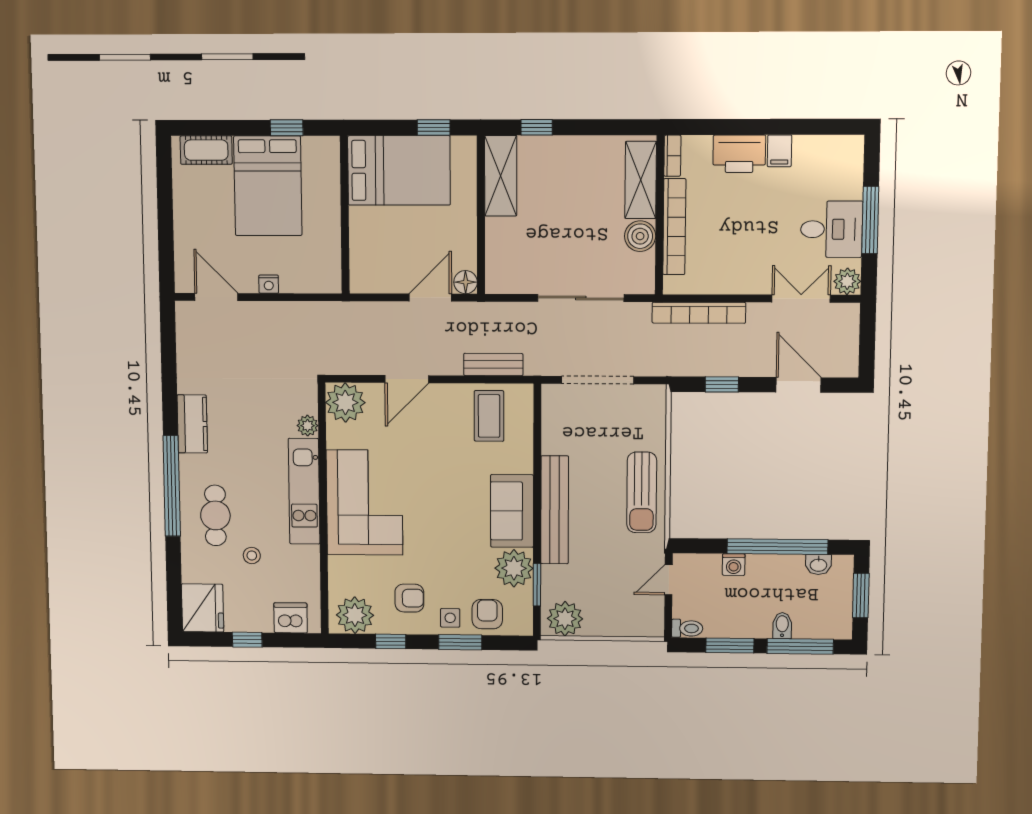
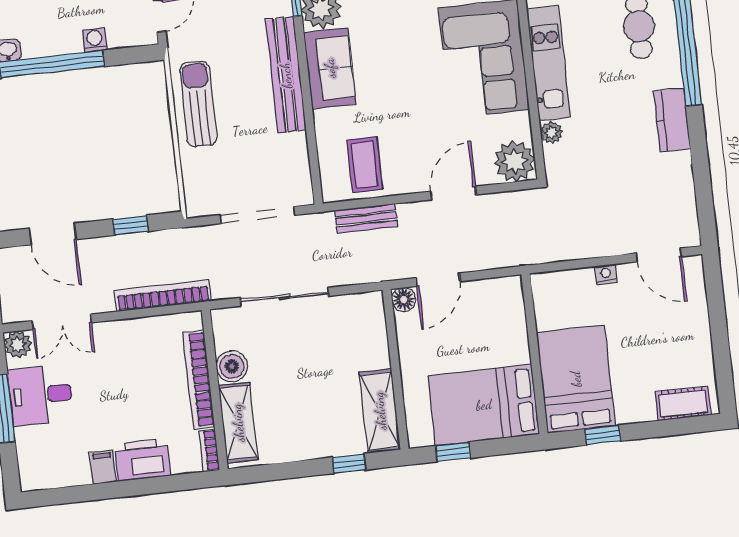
bed: (268, 186) -> (576, 379), moved

